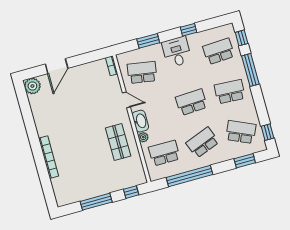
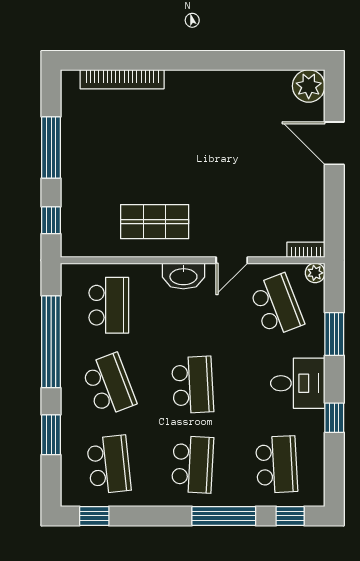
school desk: (142, 72) -> (277, 305), turned -30
school desk: (241, 132) -> (109, 464), turned -30
plant: (143, 137) -> (315, 273), moved
bookcase: (49, 157) -> (122, 79), moved
window: (245, 161) -> (51, 435), moved

